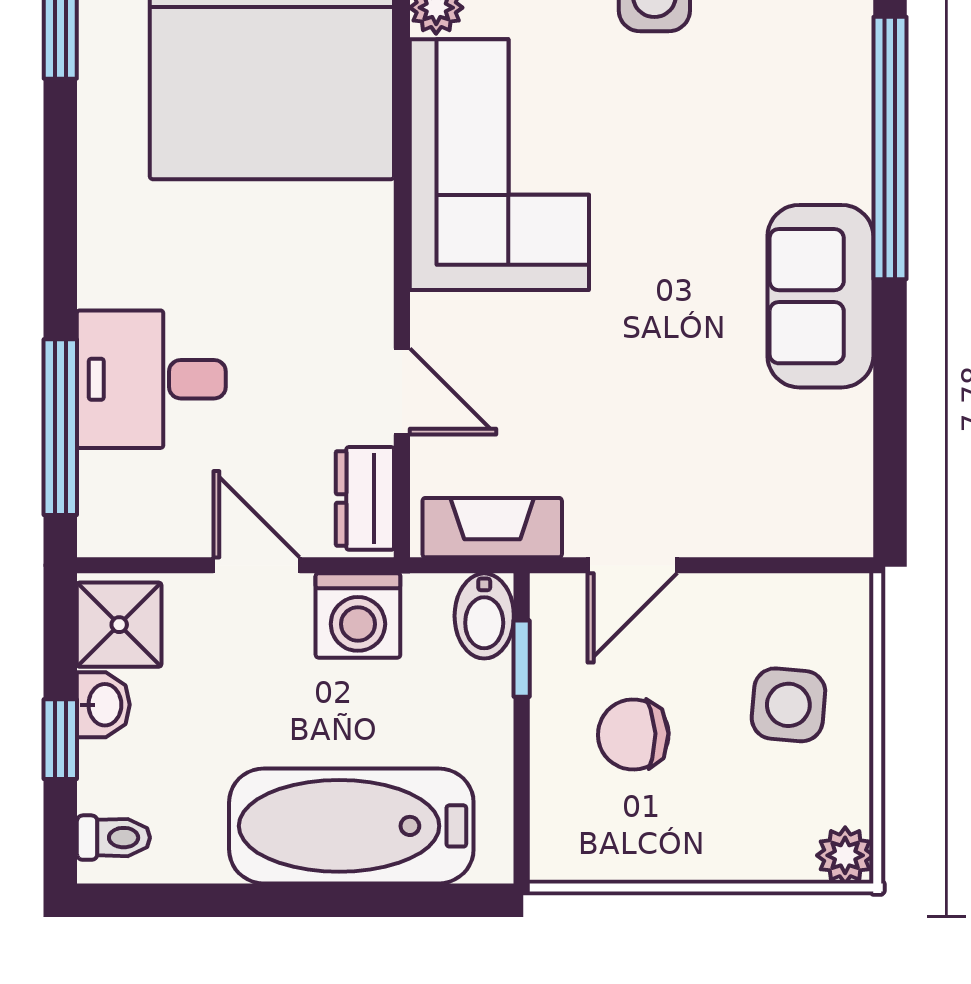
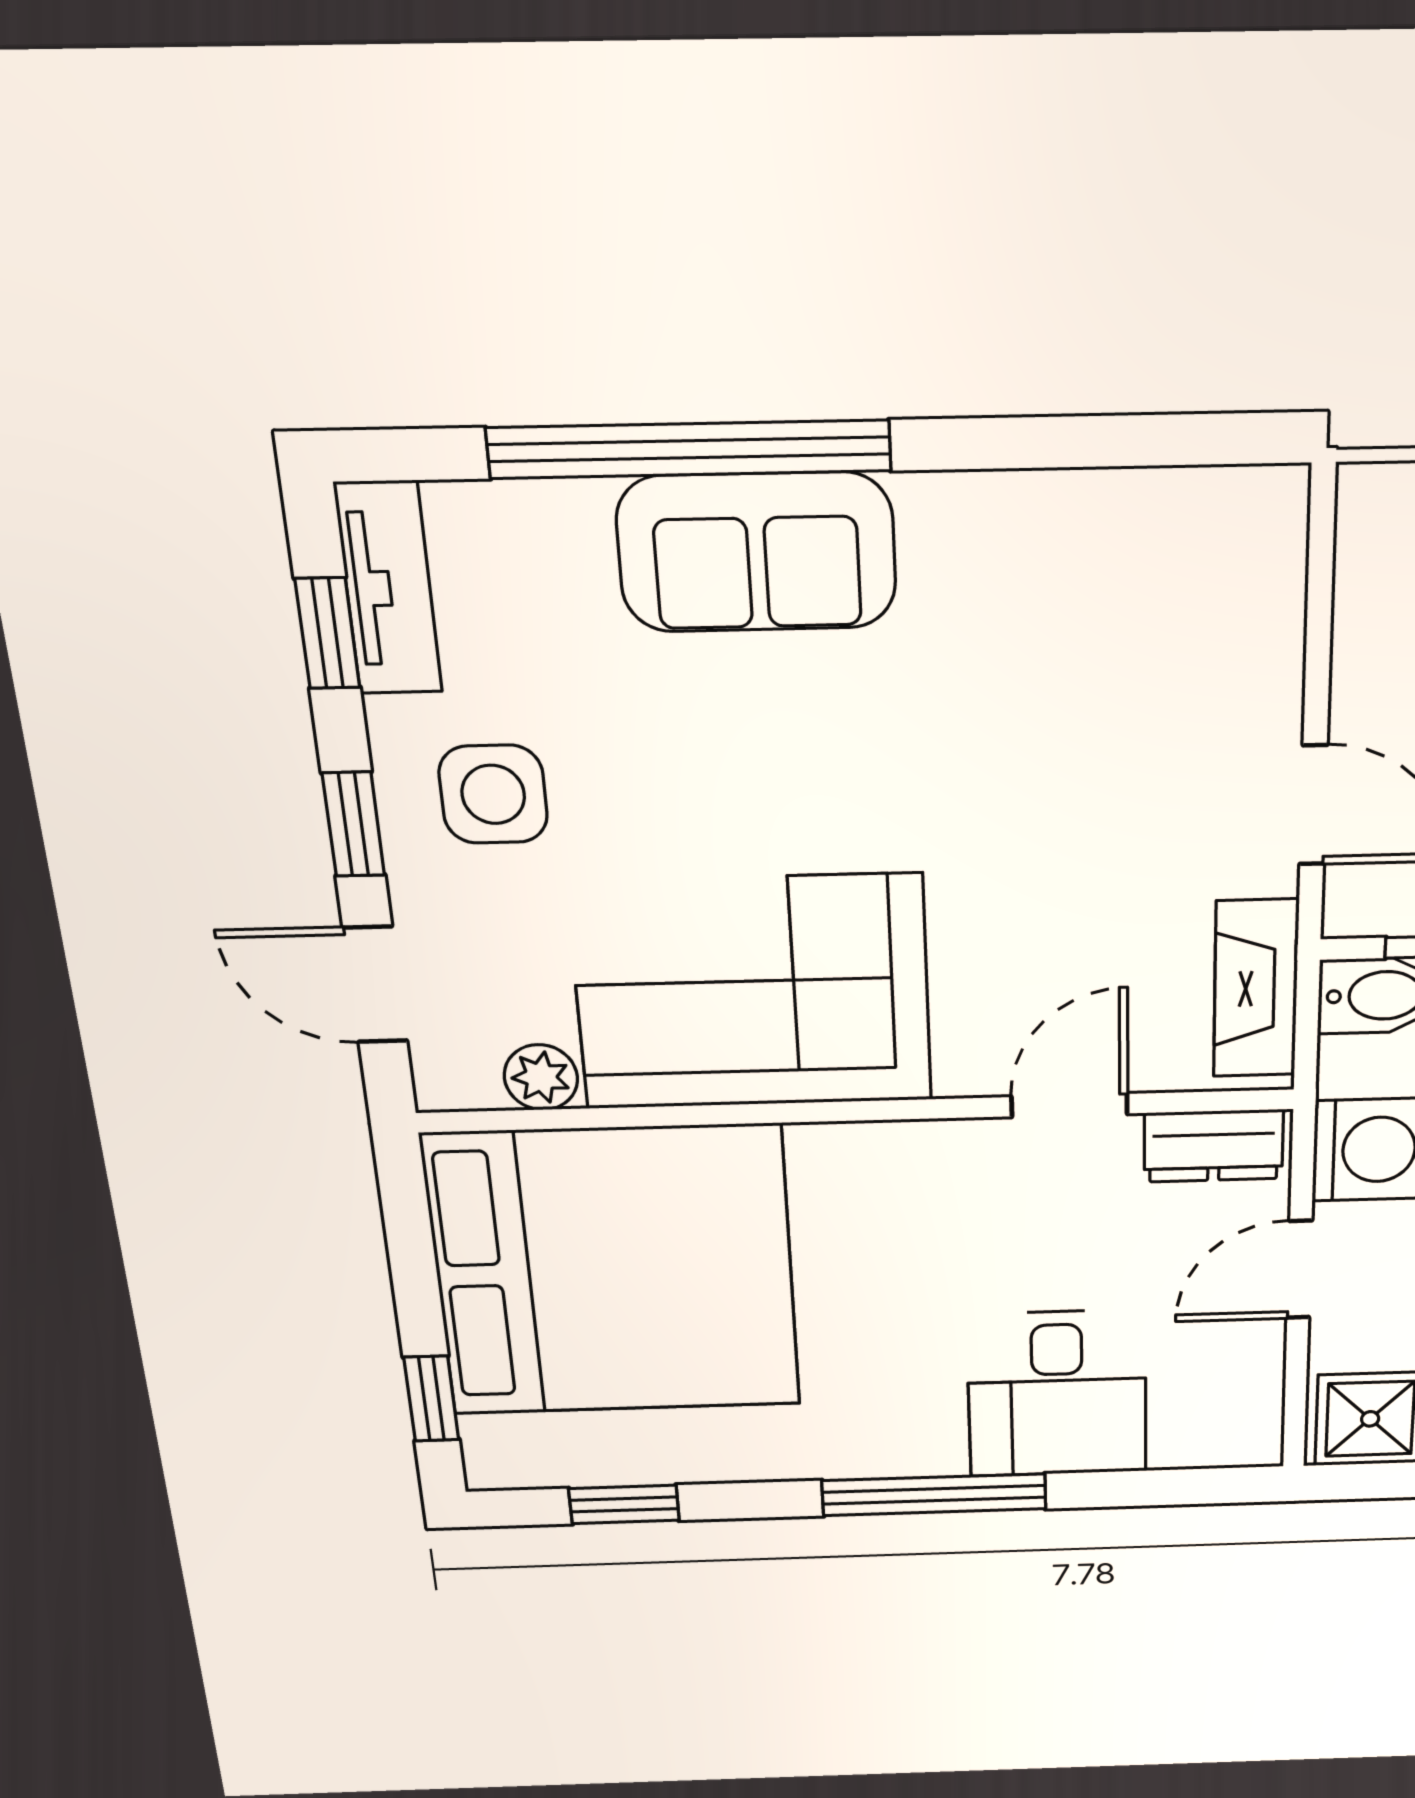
sofa: (820, 296) -> (757, 552), moved
window: (60, 427) -> (934, 1495), moved

